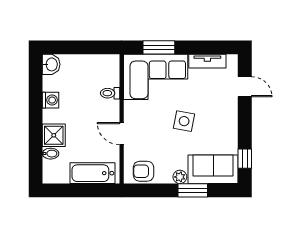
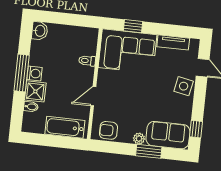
window: (159, 47) -> (133, 26), width x0.67
washing machine: (50, 100) -> (34, 73), moved
window: (36, 116) -> (22, 73), added
side table: (184, 121) -> (184, 86), moved
door: (122, 134) -> (93, 96), hinge flipped

